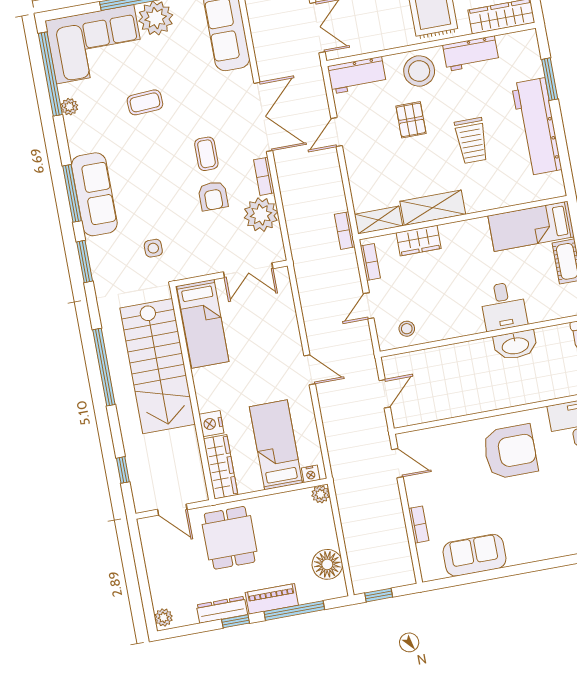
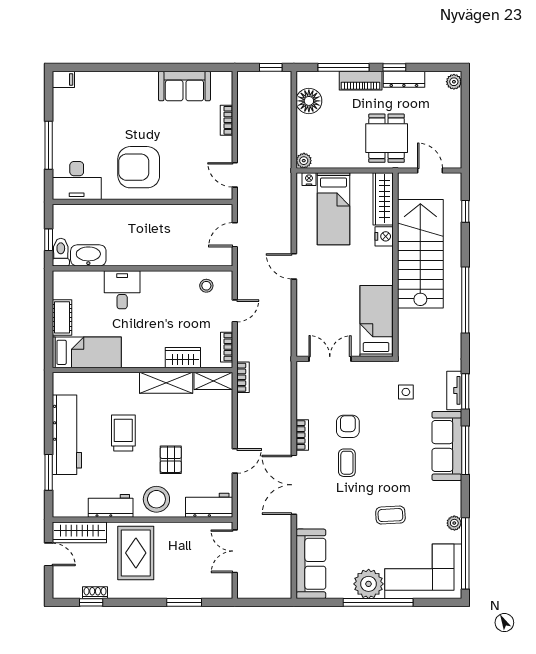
plant: (261, 215) -> (311, 403), removed
tv unit: (98, 260) -> (454, 390), added
washbasin: (515, 345) -> (88, 255), moved
stairs: (158, 366) -> (420, 254), moved

